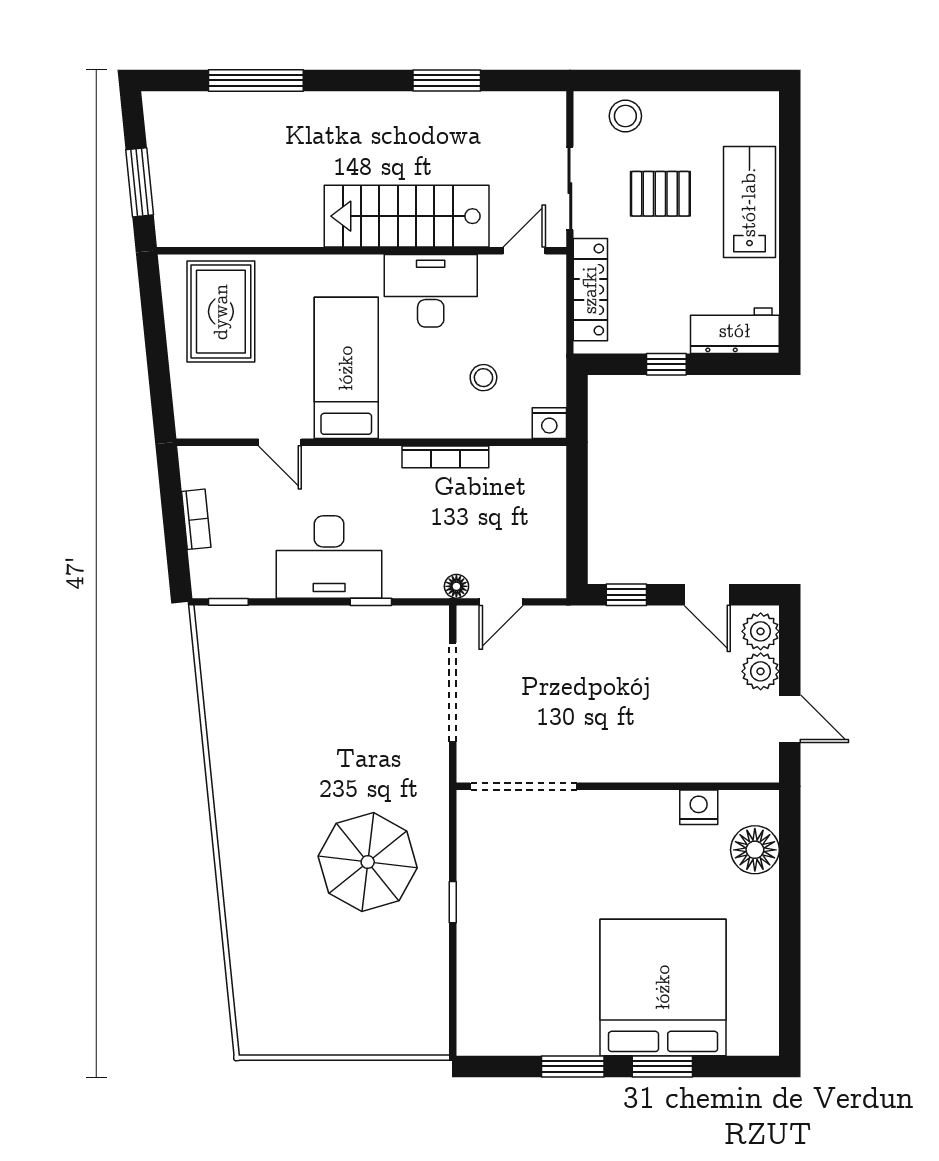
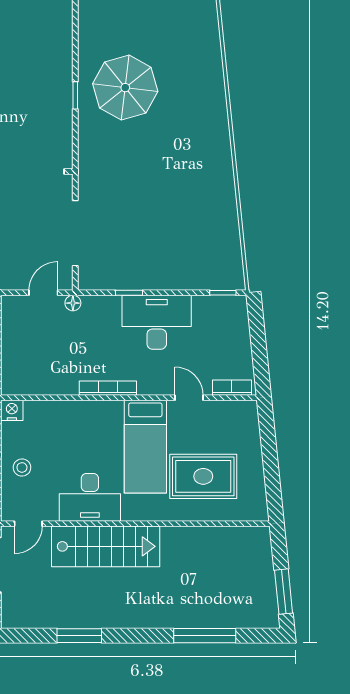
window: (140, 182) -> (284, 592), moved
rug: (221, 312) -> (203, 476), moved, turned 90
stool: (483, 378) -> (22, 467), moved
bookcase: (445, 457) -> (108, 388), moved
bookcase: (196, 519) -> (232, 388), moved, turned 96
parasol: (368, 862) -> (125, 88), moved

